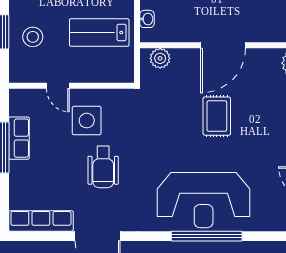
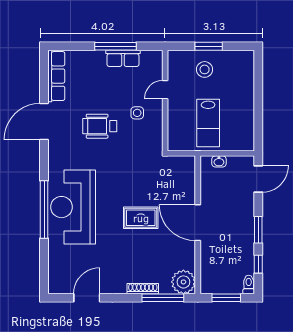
lab bench: (99, 32) -> (208, 123), turned 180
plant: (160, 58) -> (187, 172), removed
side table: (87, 121) -> (137, 113), width x0.54, depth x0.54

